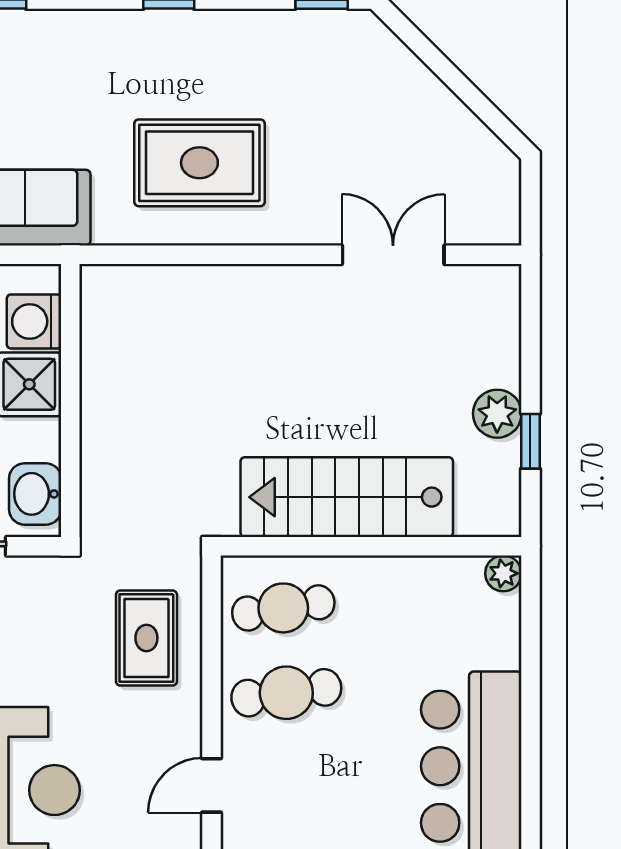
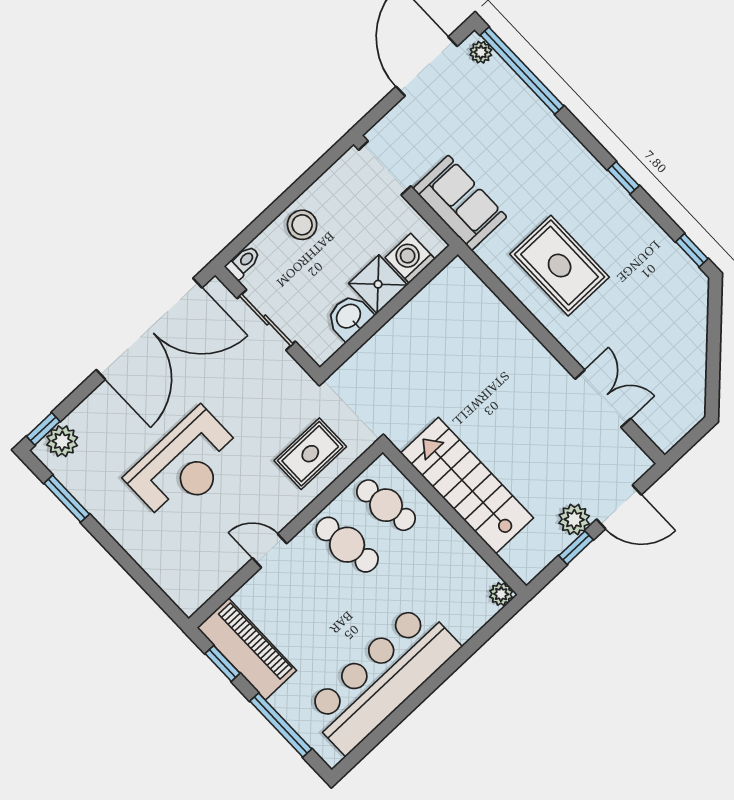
door: (530, 351) -> (619, 507), added
washbasin: (35, 494) -> (349, 317), moved

